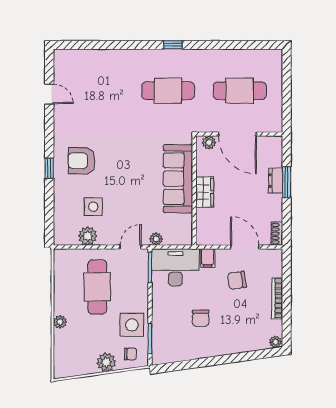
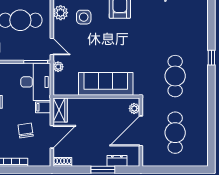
window: (173, 45) -> (211, 58), moved
dresser: (275, 181) -> (117, 161), moved
wardrobe: (205, 192) -> (60, 110), moved, turned -90

